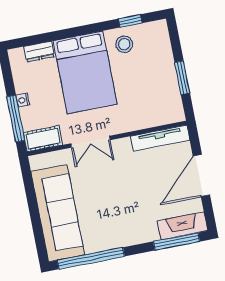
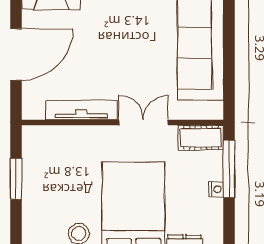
tv unit: (160, 138) -> (81, 110), moved

